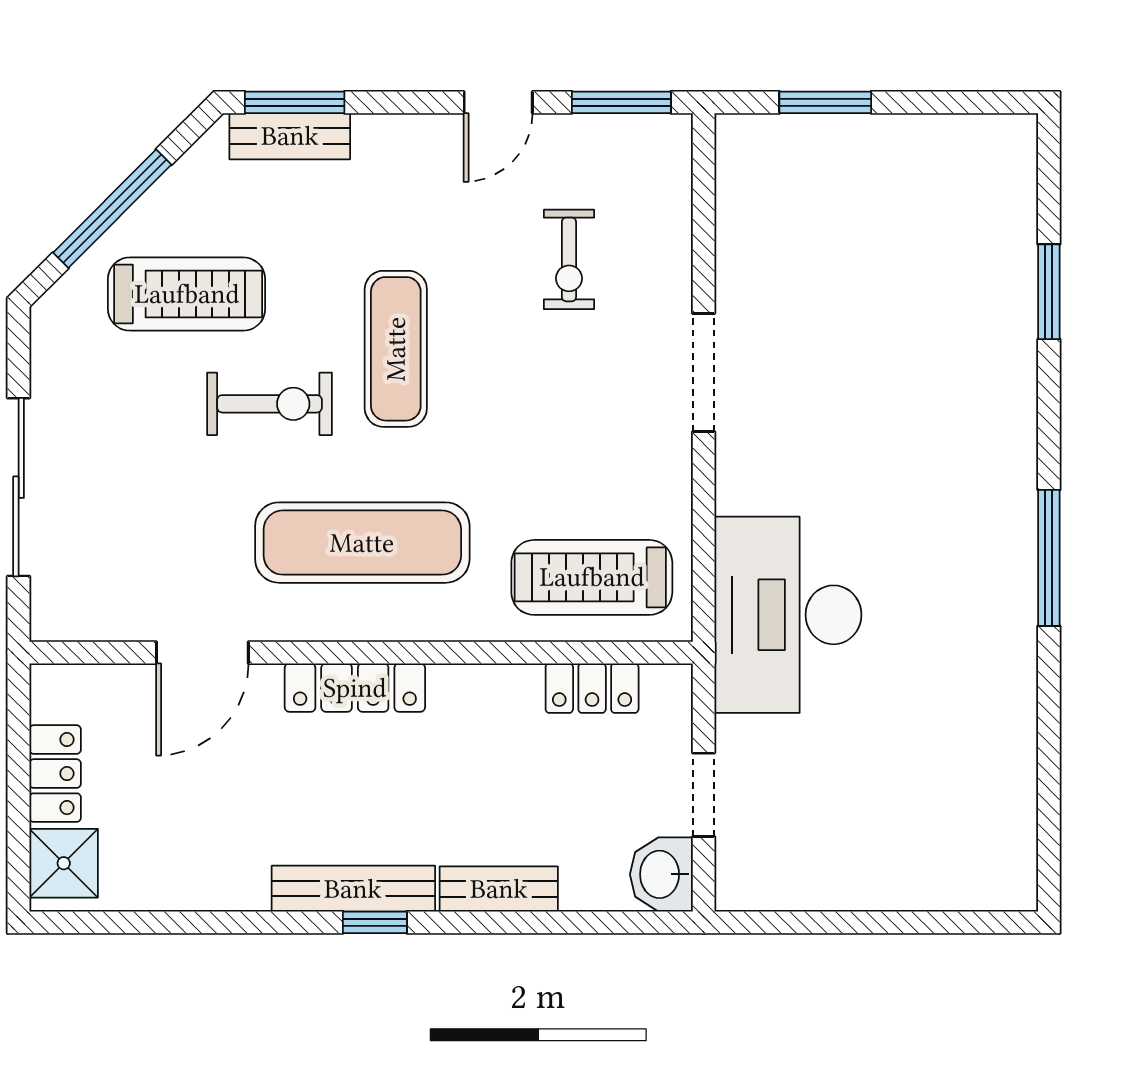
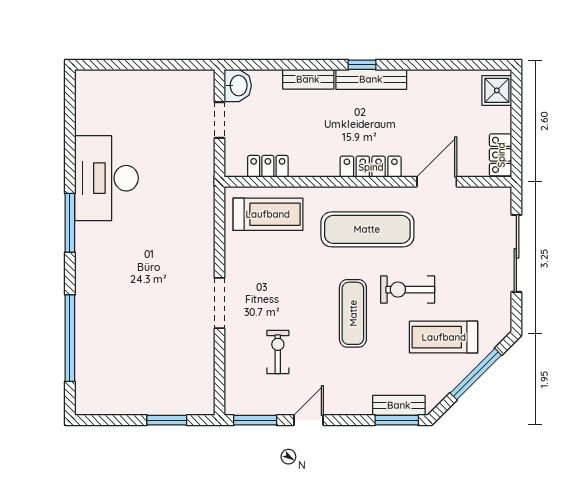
window: (1049, 292) -> (70, 338), width x2.11
desk: (788, 615) -> (106, 178), moved, turned 180
locker: (55, 774) -> (501, 155), moved

